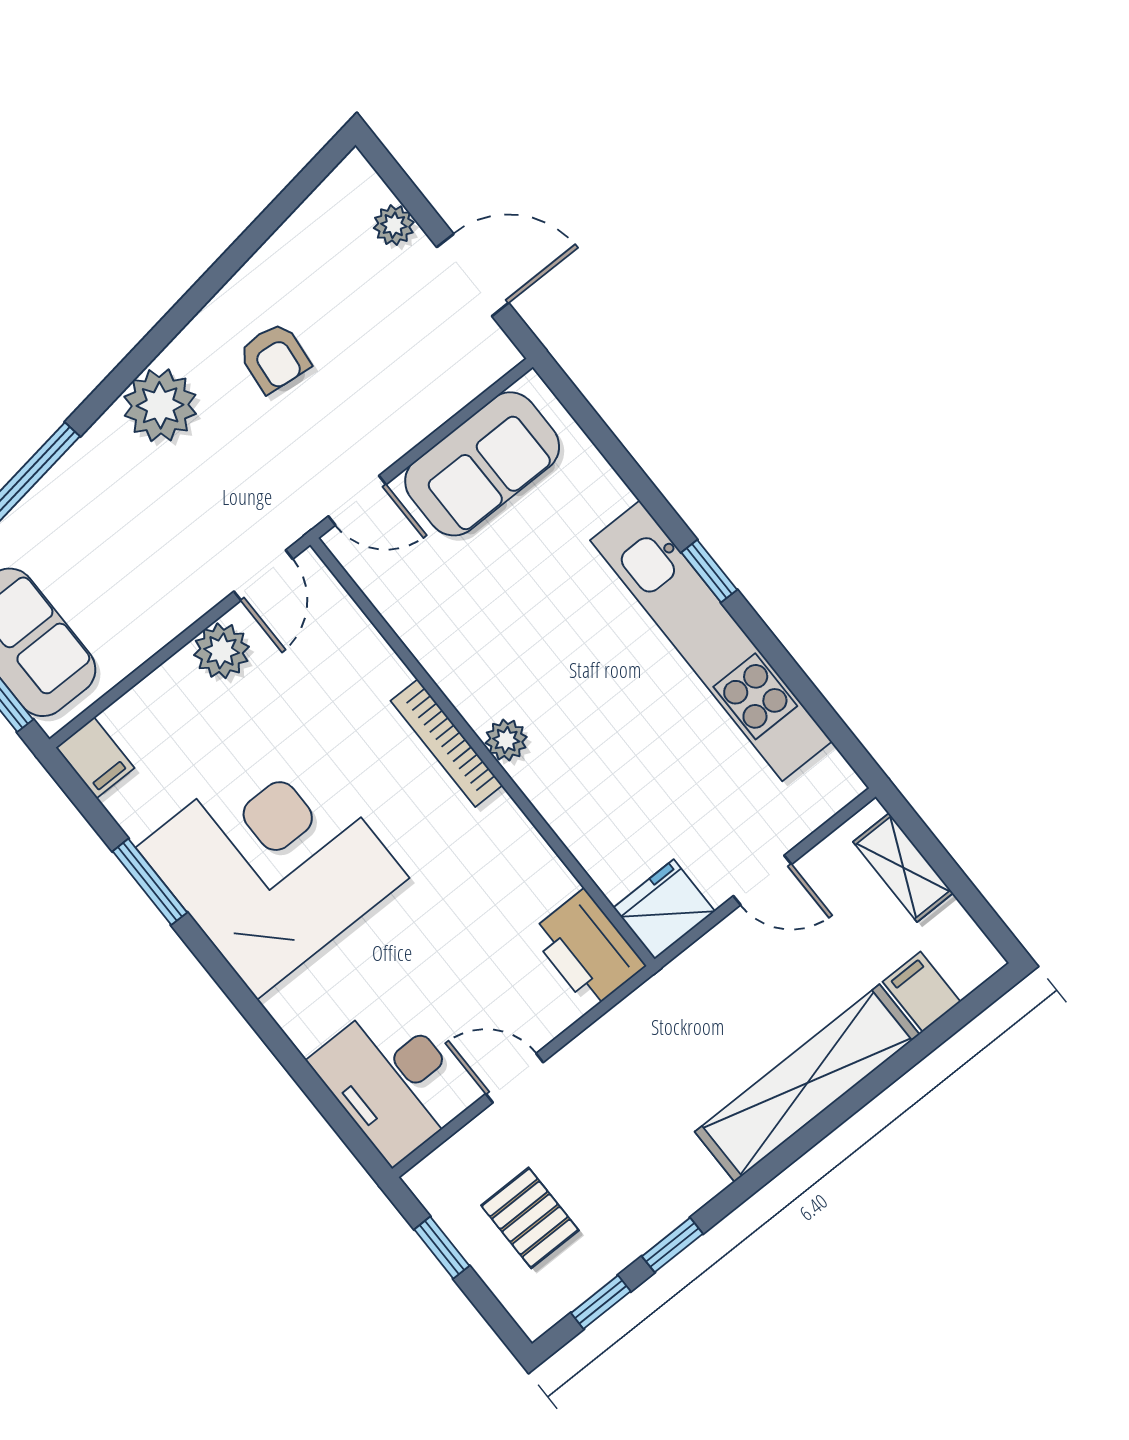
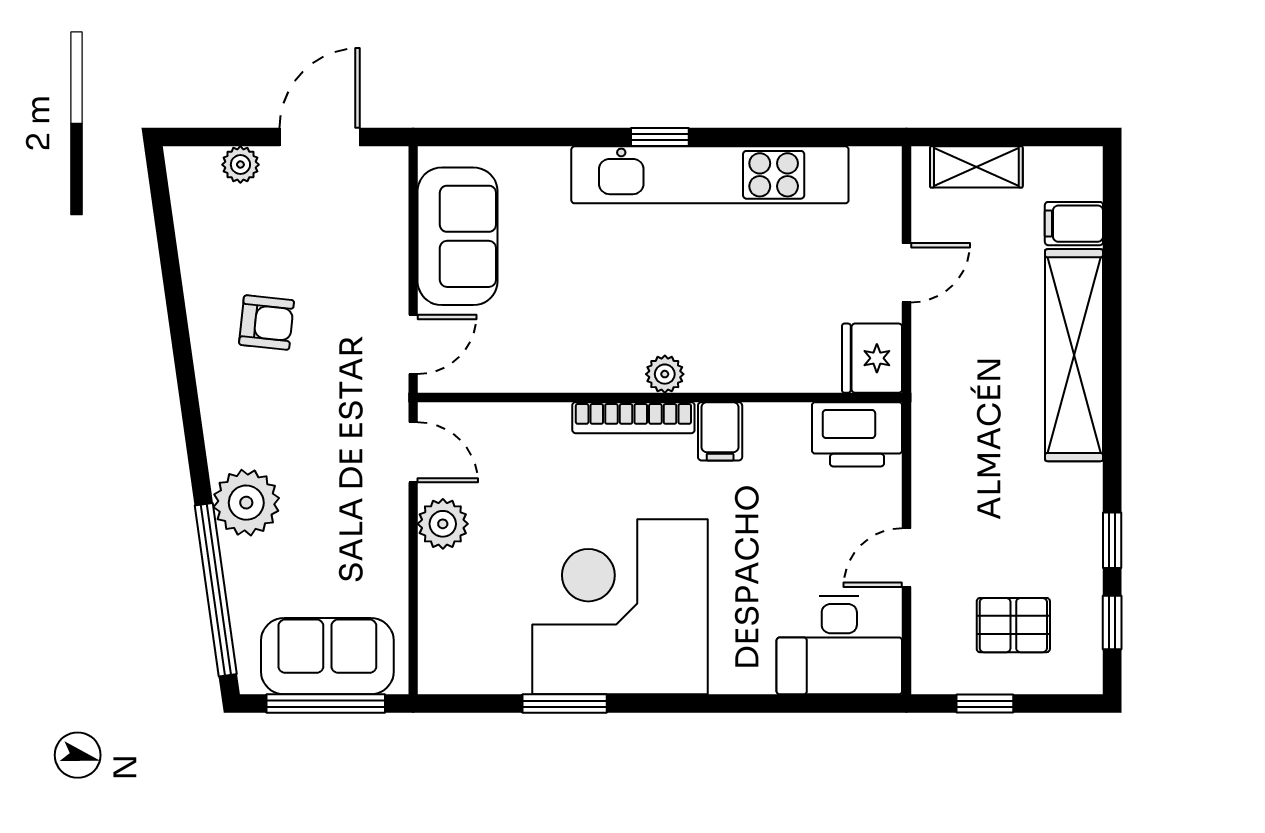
plant: (160, 405) -> (246, 503), moved
filing cabinet: (95, 758) -> (720, 431), moved, turned 90

